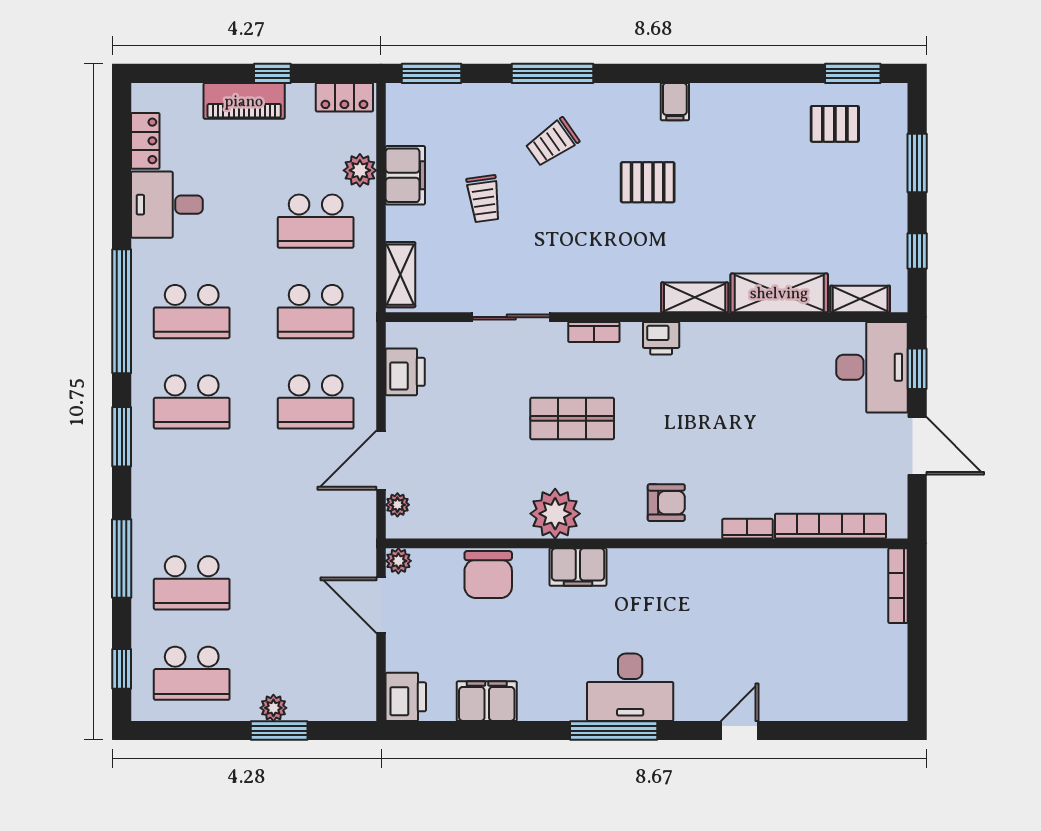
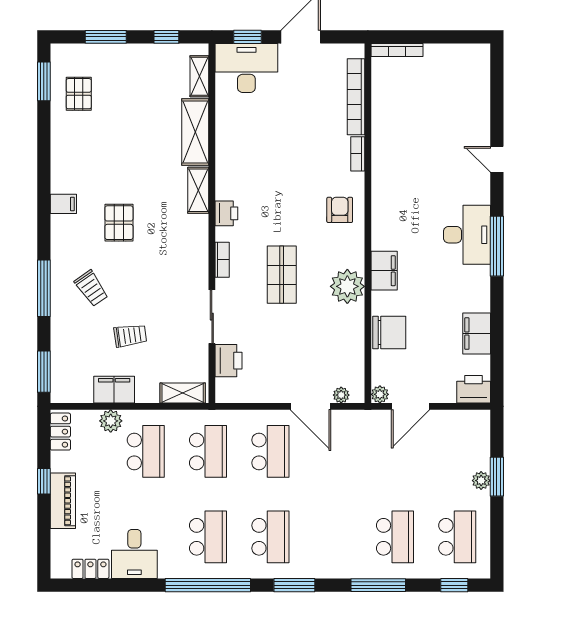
printer: (405, 372) -> (228, 361), moved, turned 90

